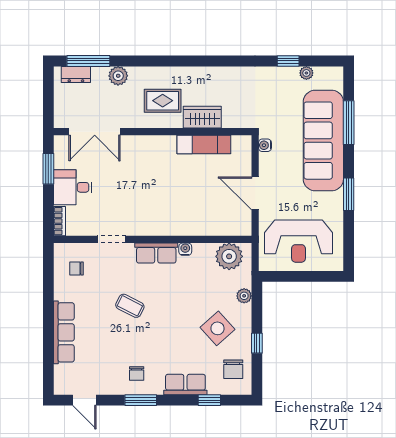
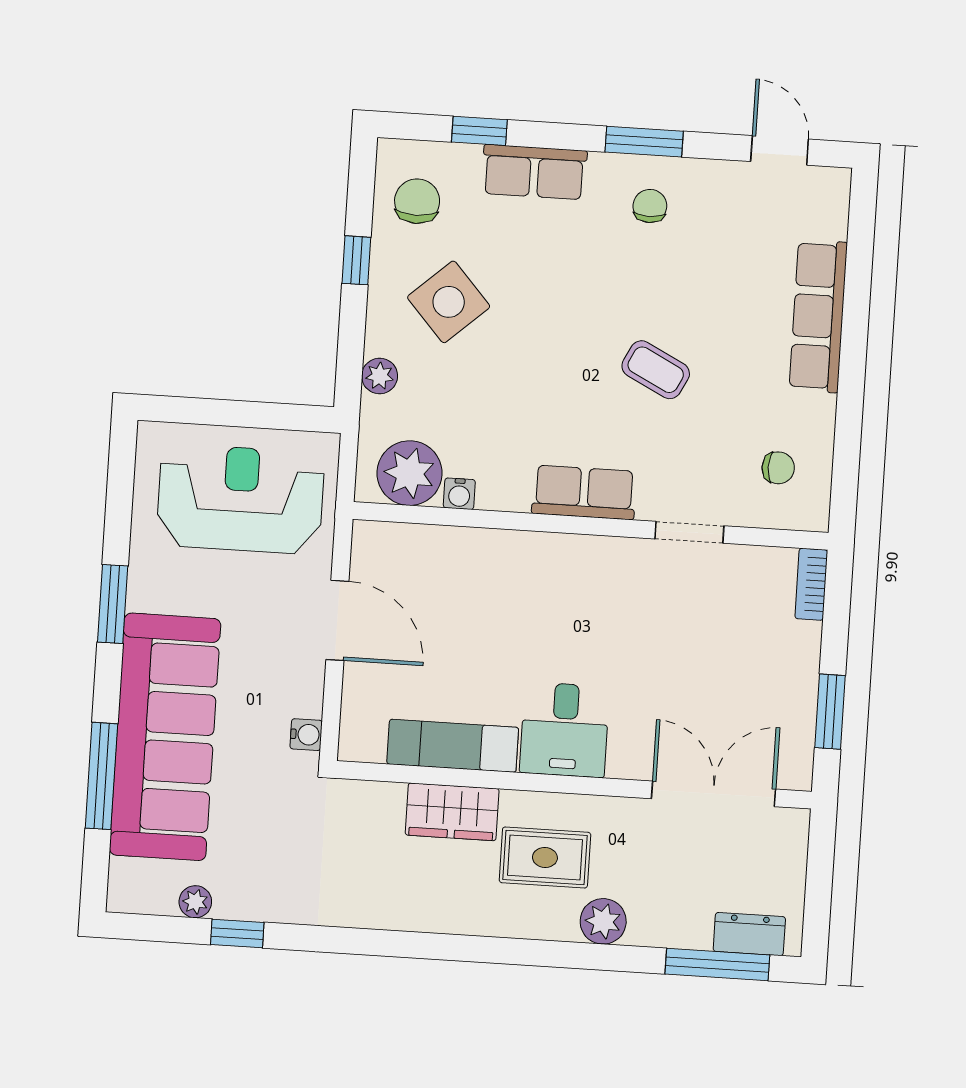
plant: (118, 76) -> (603, 921), moved
desk: (73, 187) -> (565, 730), moved, turned 90
water cooler: (185, 249) -> (459, 494), moved

